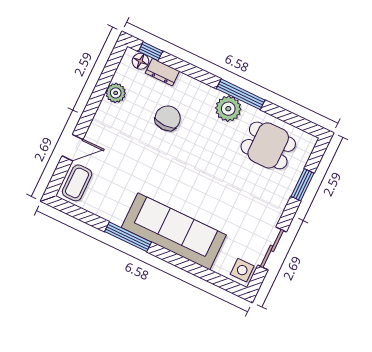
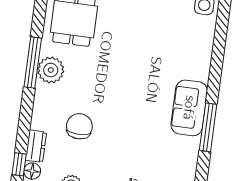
chair: (168, 118) -> (79, 126), turned 90
sofa: (174, 231) -> (189, 108), width x0.54, depth x0.79

